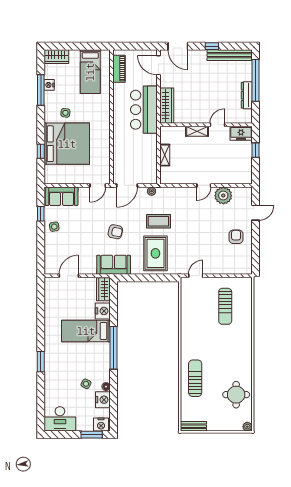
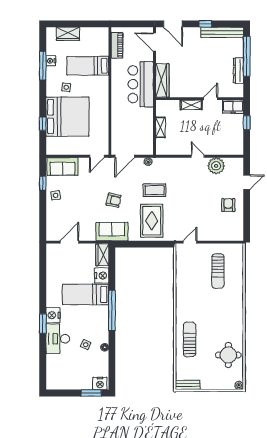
wardrobe: (57, 57) -> (68, 34), moved
bed: (90, 72) -> (88, 66), moved, turned 90
door: (204, 185) -> (198, 156), swing flipped
nightstand: (103, 400) -> (53, 315), moved, turned 180
desk: (60, 419) -> (58, 339), moved, turned 90

